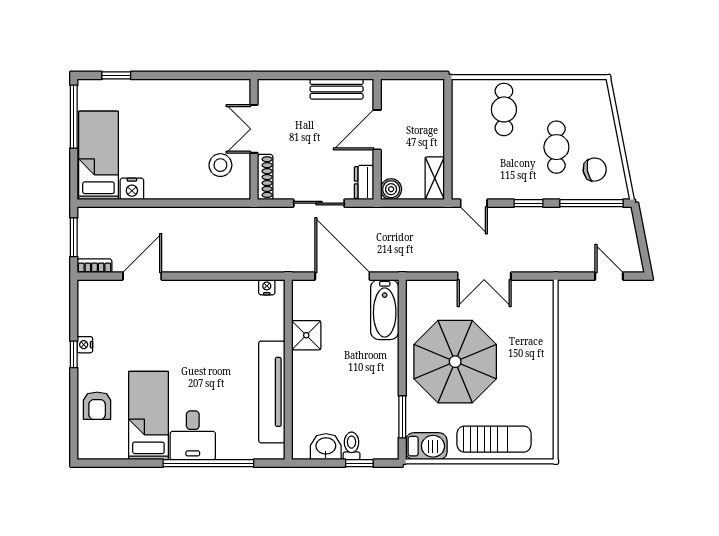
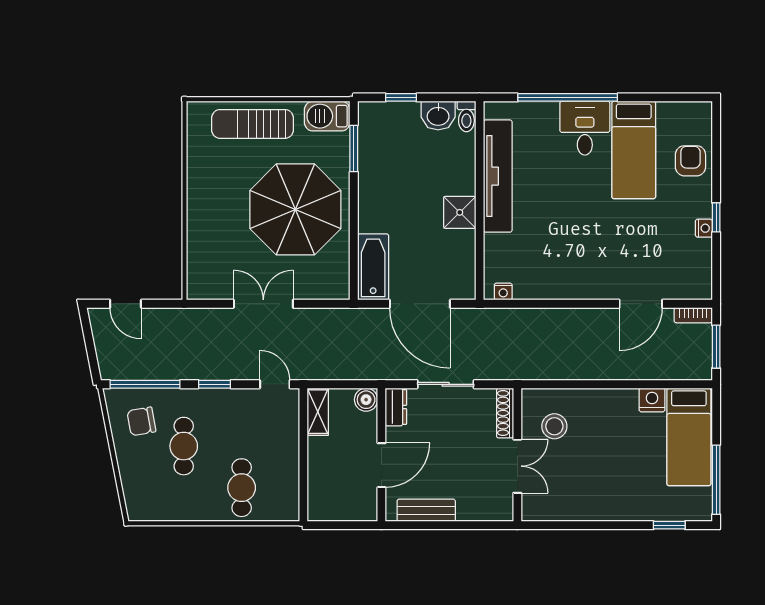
shower: (306, 335) -> (460, 212), moved
toilet: (352, 446) -> (466, 116), moved

